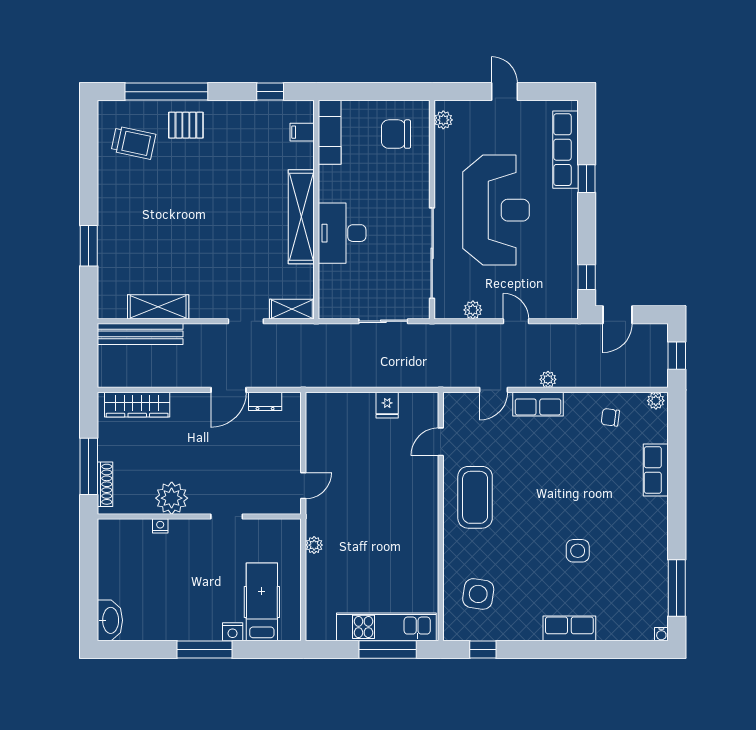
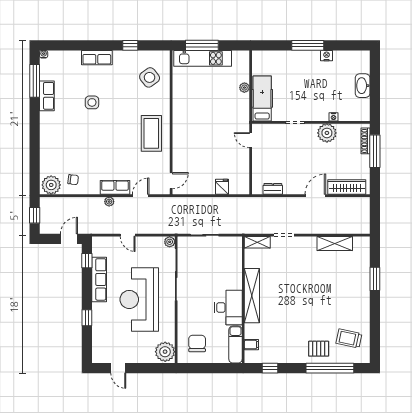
door: (504, 92) -> (118, 368), moved
plant: (443, 120) -> (165, 352), width x1.87, depth x1.87
chair: (396, 134) -> (197, 343), turned -90
row of seats: (565, 150) -> (99, 279), moved
desk: (342, 233) -> (228, 308), moved
plant: (473, 310) -> (170, 242), moved
bench: (140, 334) -> (345, 228), removed
door: (229, 390) -> (315, 196), moved
plant: (656, 401) -> (51, 185), width x1.87, depth x1.87
fridge: (387, 405) -> (222, 187), moved
door: (441, 442) -> (171, 181), moved
row of seats: (656, 470) -> (47, 96), moved
door: (303, 486) -> (251, 140), hinge flipped
plant: (314, 545) -> (244, 88), moved
side table: (478, 594) -> (150, 77), turned 45
hospital bed: (262, 602) -> (262, 98), moved, turned 180
washbasin: (110, 620) -> (363, 86), moved
nightstand: (233, 632) -> (327, 56), moved
window: (483, 650) -> (130, 45), moved

